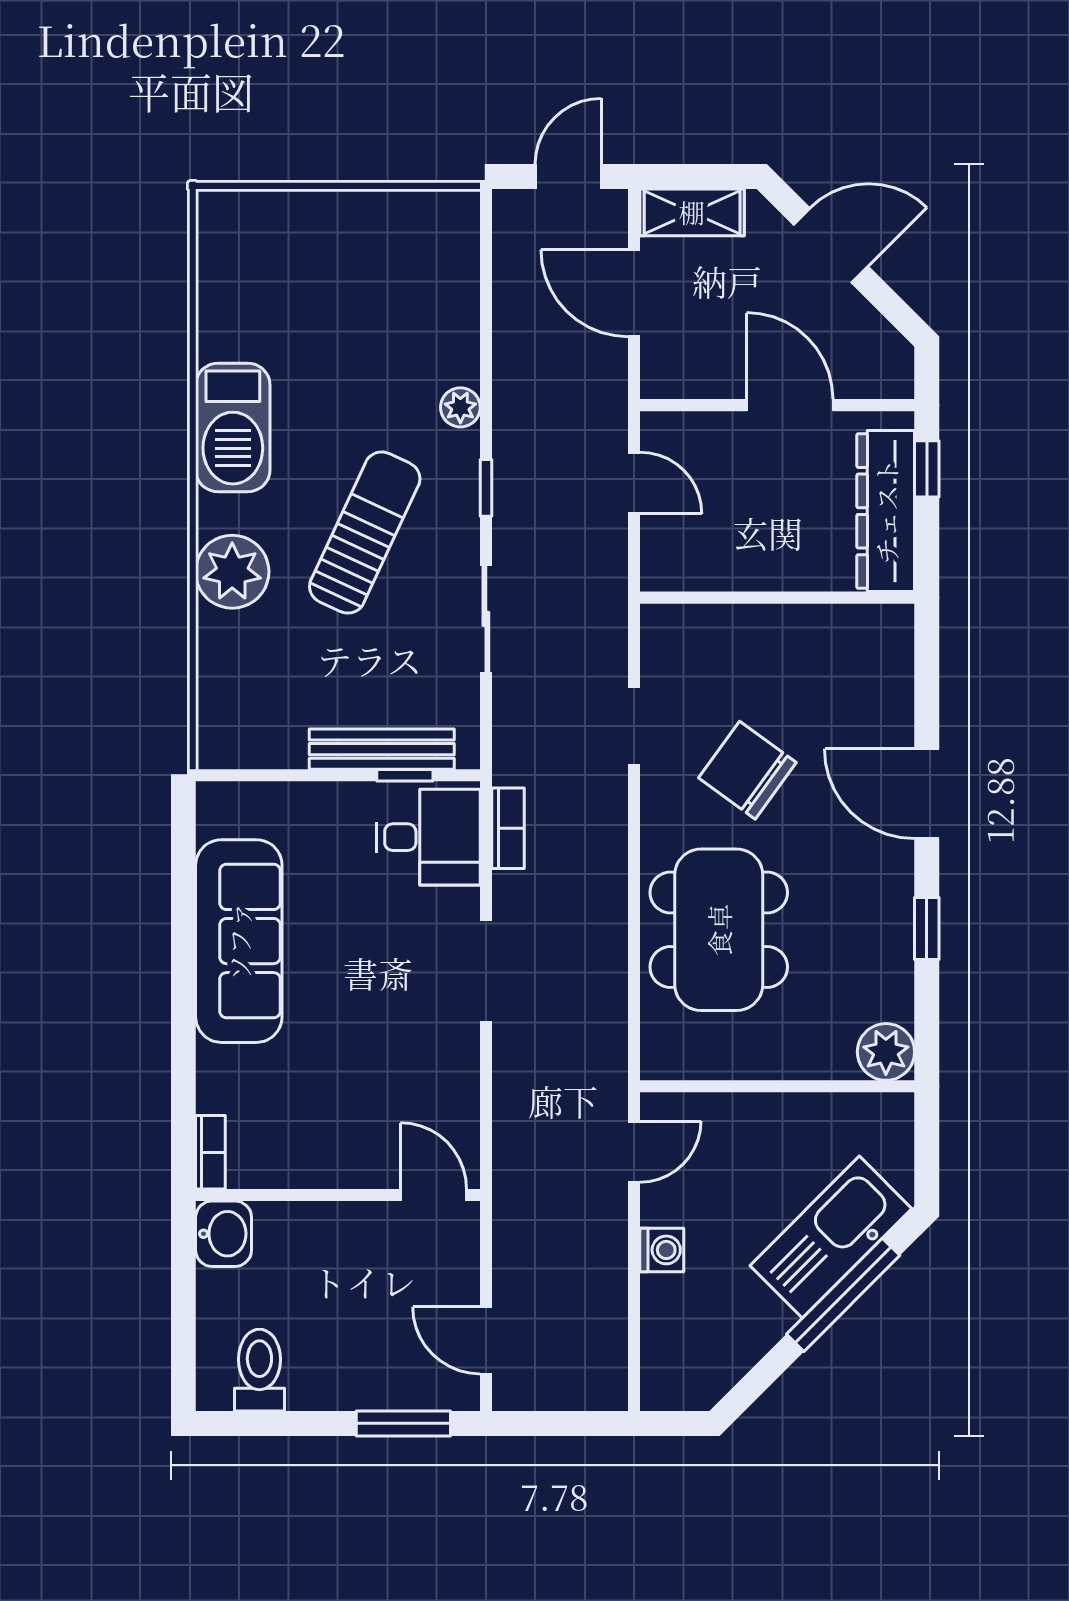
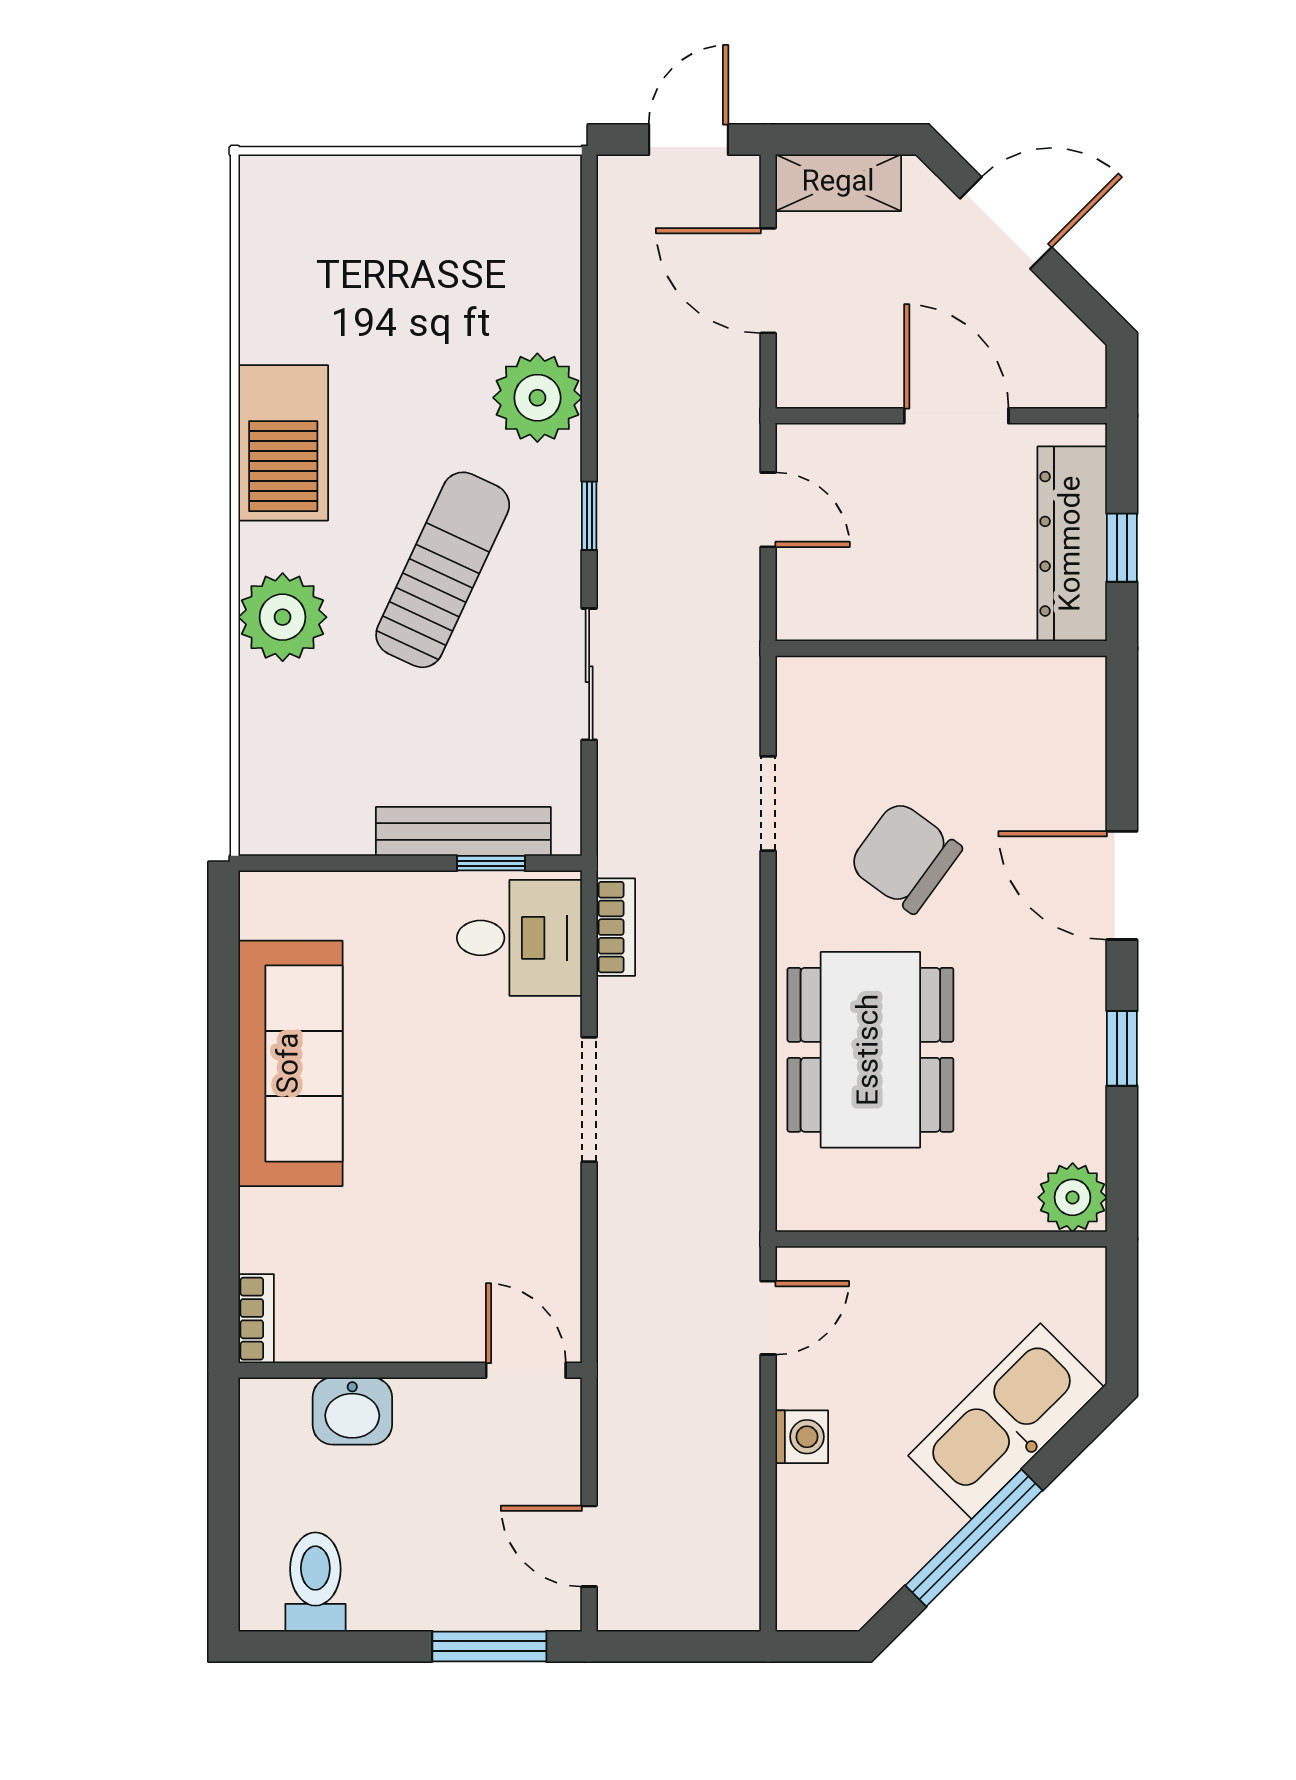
plant: (460, 407) -> (537, 398), width x1.88, depth x1.88
window: (927, 469) -> (1122, 548), moved
washbasin: (224, 1234) -> (352, 1411), moved, turned 90
window: (843, 1295) -> (974, 1538), moved

